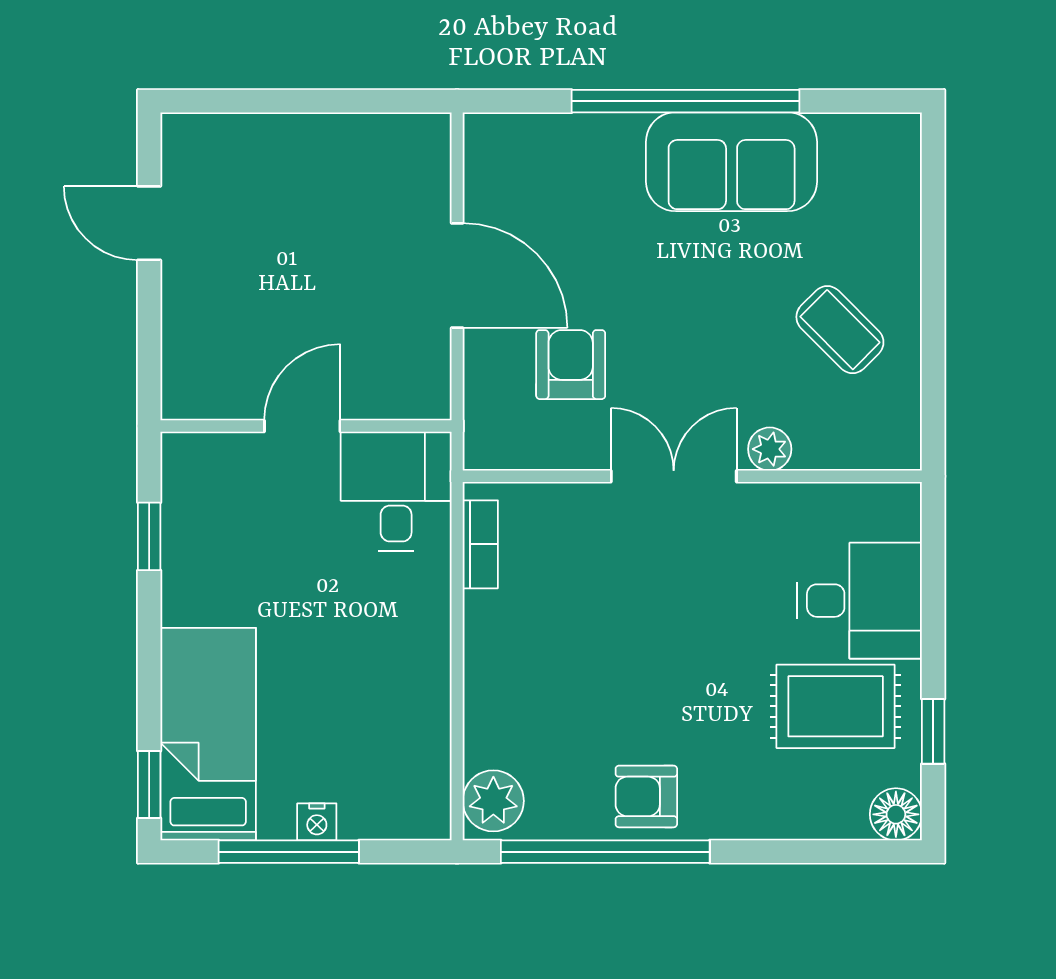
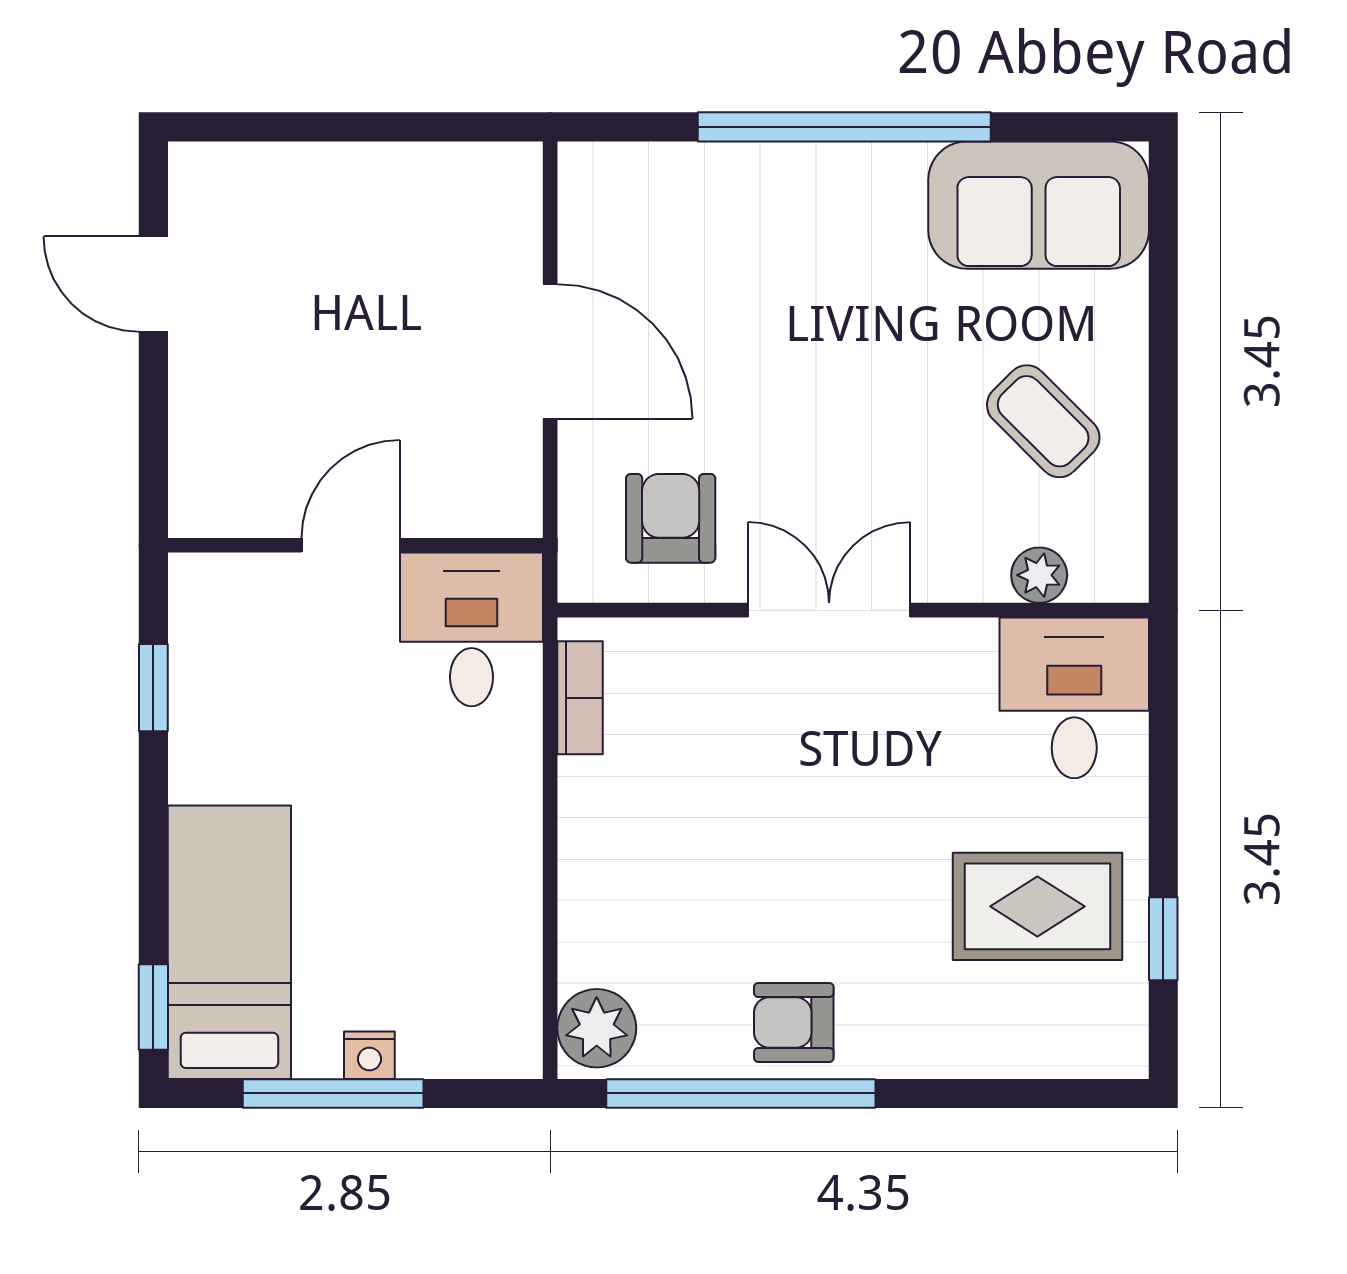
sofa: (732, 162) -> (1039, 205), moved
armchair: (571, 365) -> (671, 518), moved
plant: (770, 449) -> (1039, 575), moved
desk: (859, 601) -> (1074, 698), moved, turned -90
floor lamp: (896, 814) -> (1115, 1045), removed

